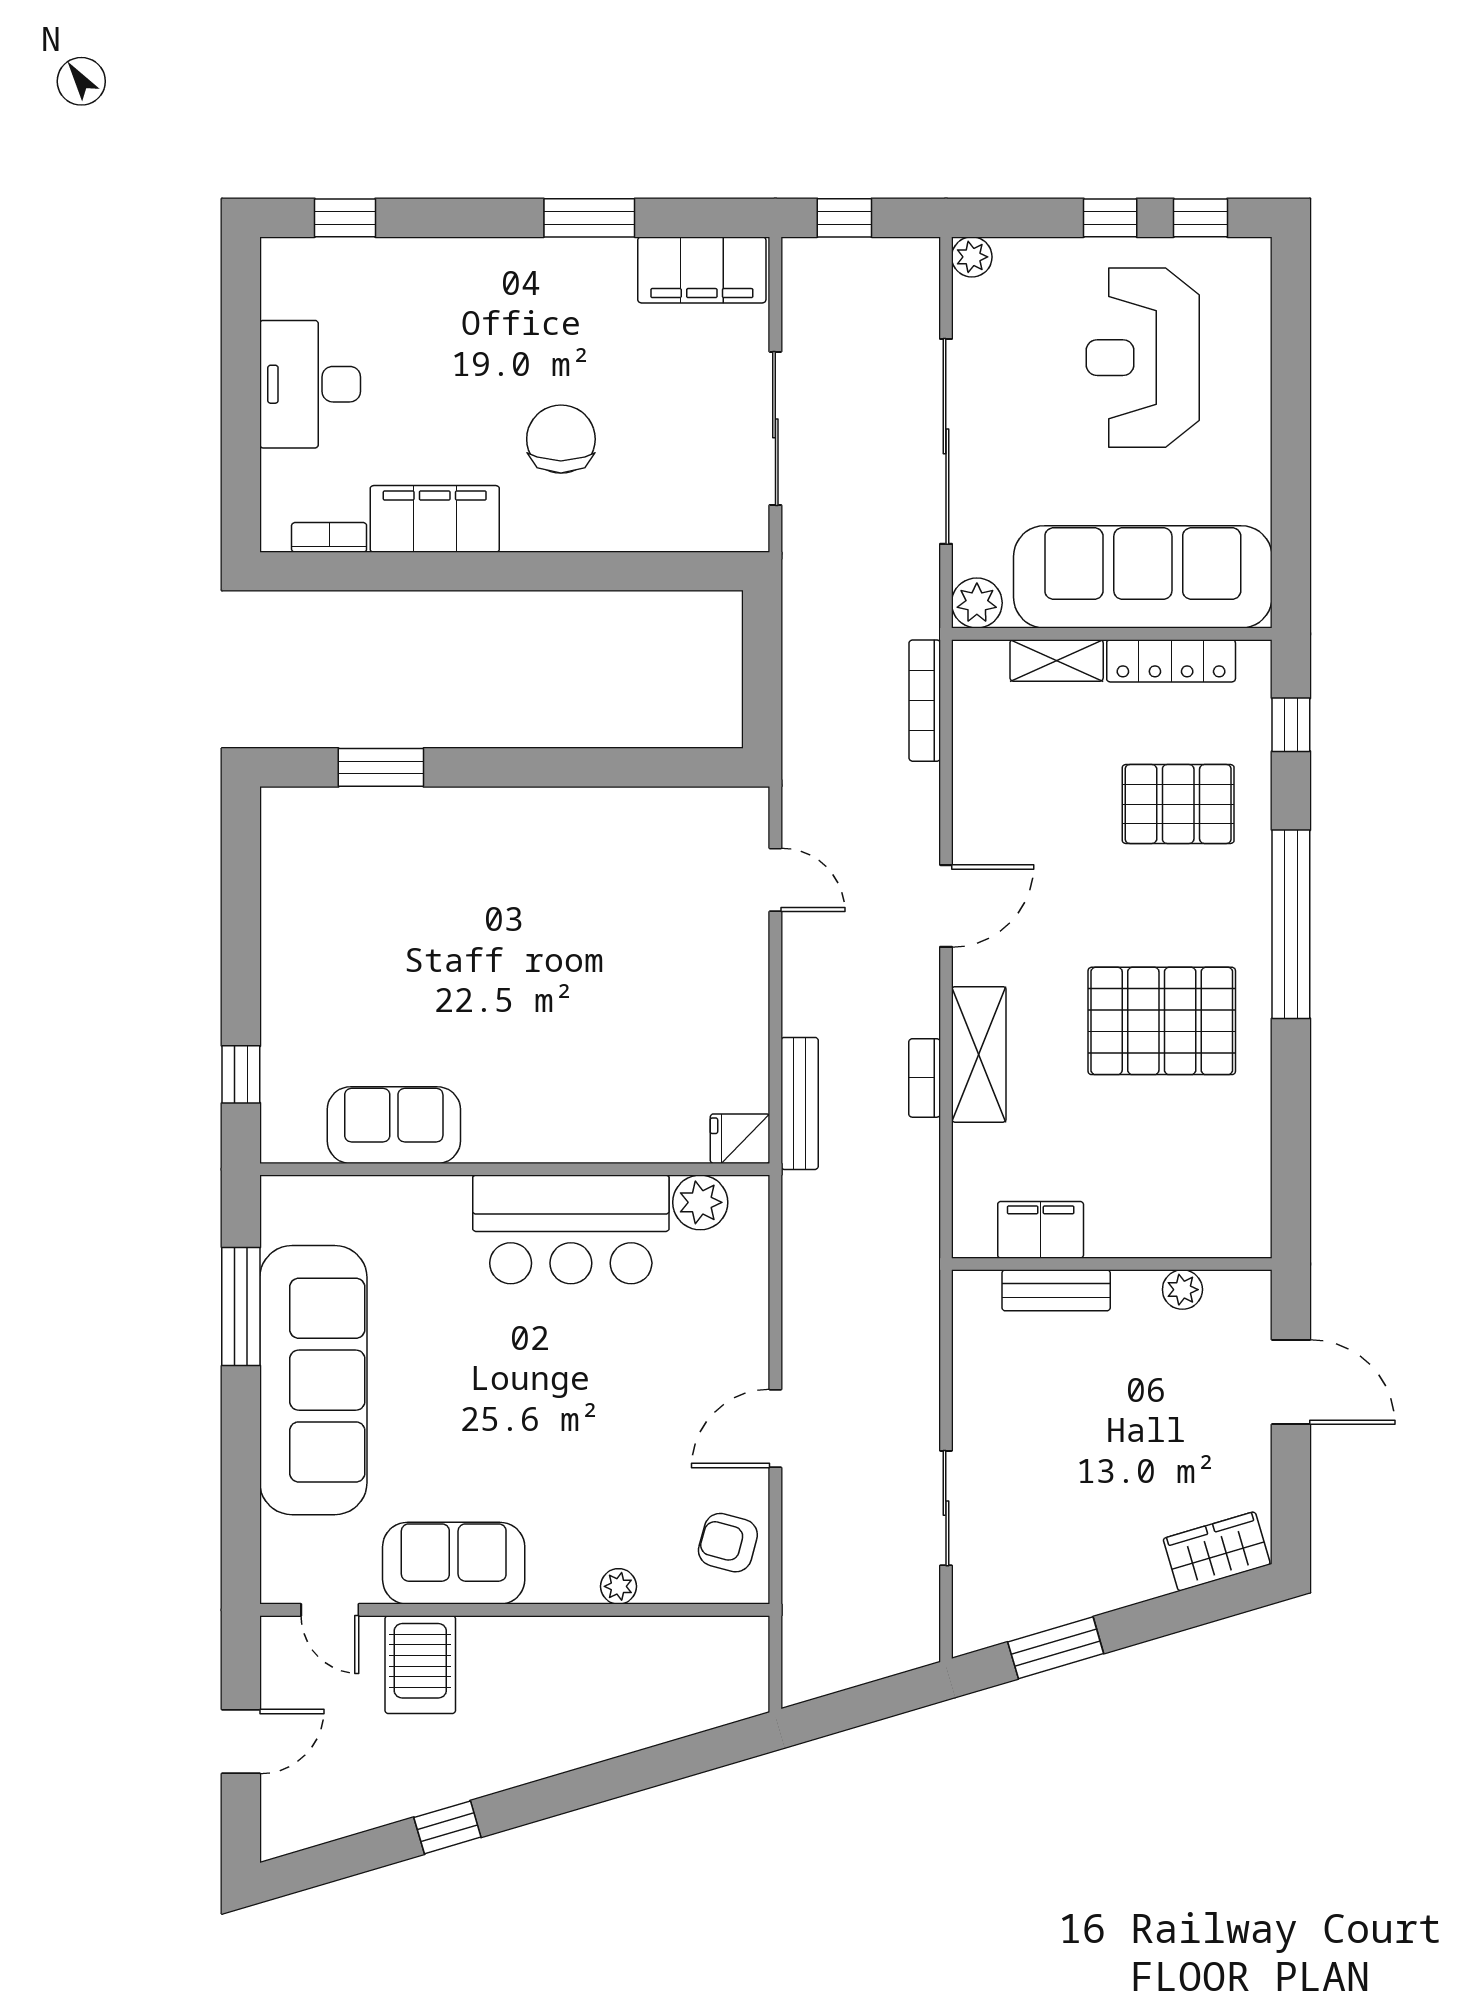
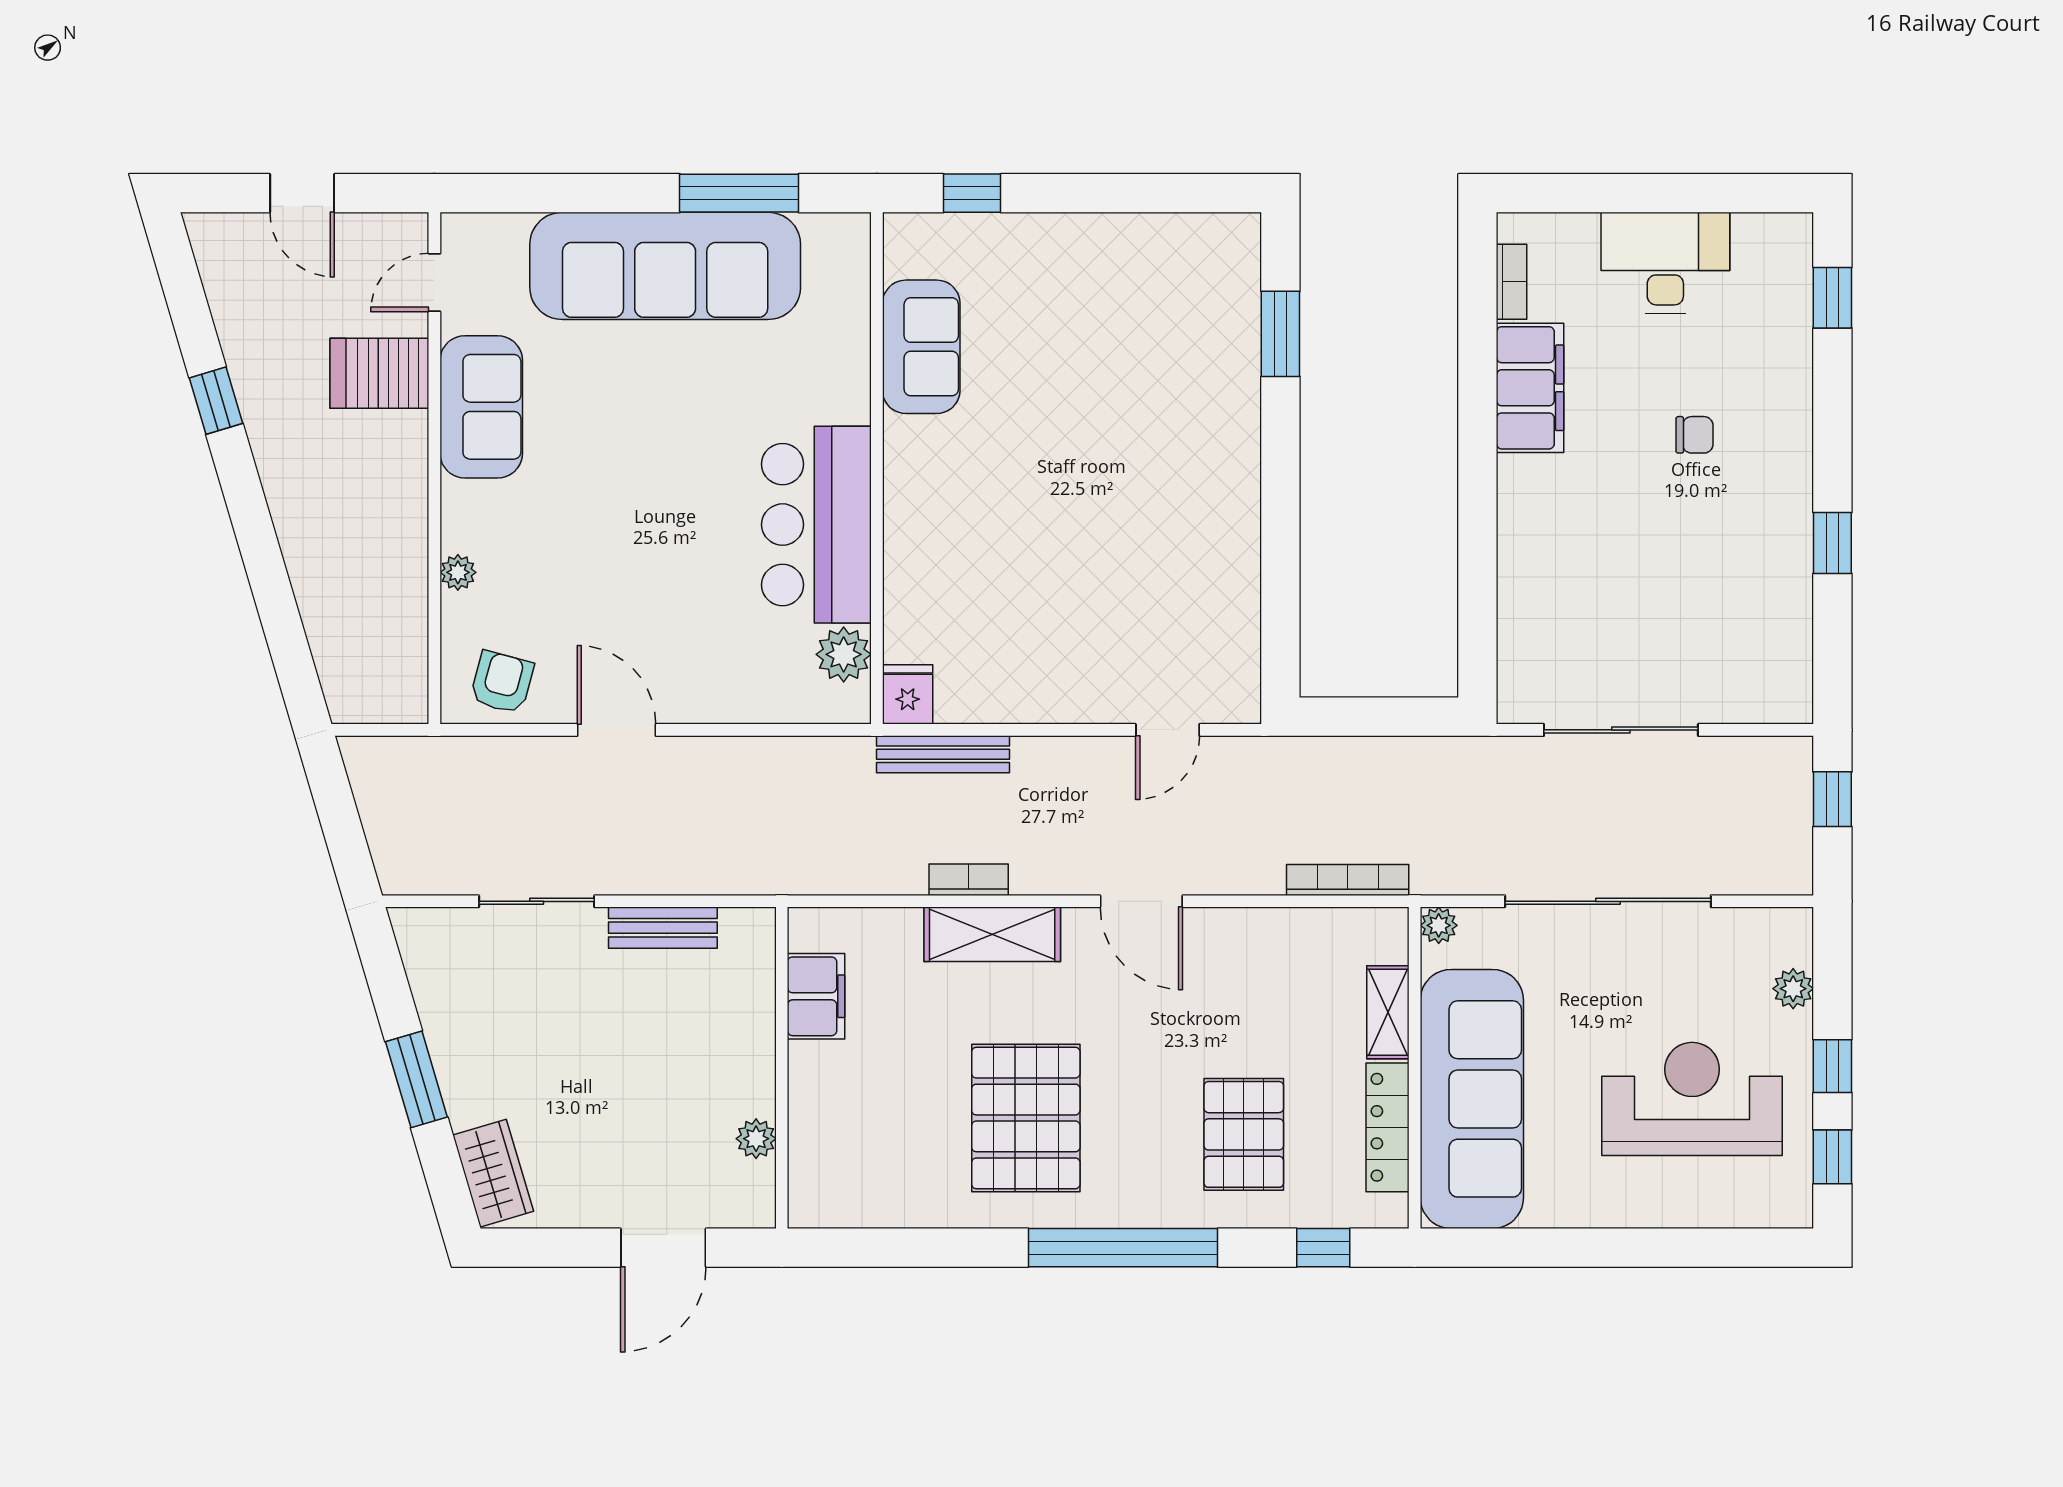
window: (589, 218) -> (1832, 543), width x0.67
plant: (972, 257) -> (1793, 989), moved
filing cabinet: (702, 270) -> (1780, 656), removed
chair: (561, 439) -> (1695, 435), moved, width x0.54, depth x0.54
plant: (977, 603) -> (1439, 925), width x0.73, depth x0.73
bench: (1056, 1290) -> (663, 928), moved, turned 90
window: (1056, 1648) -> (416, 1079), moved

